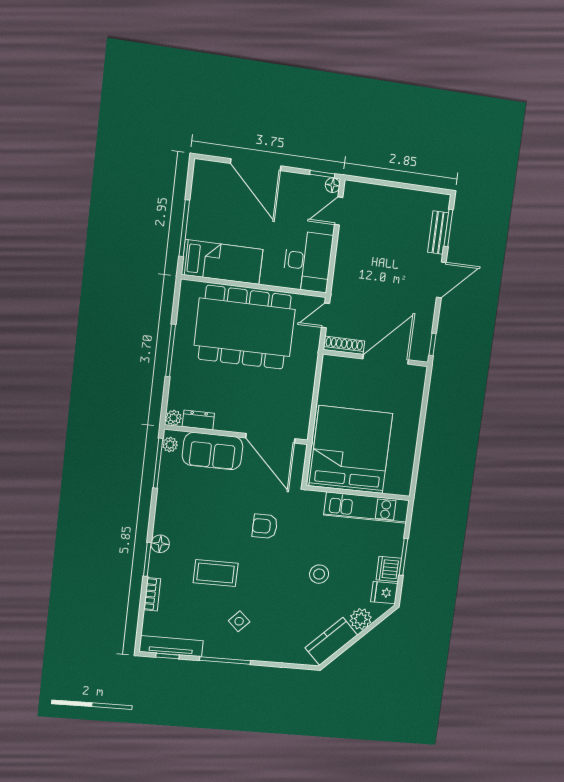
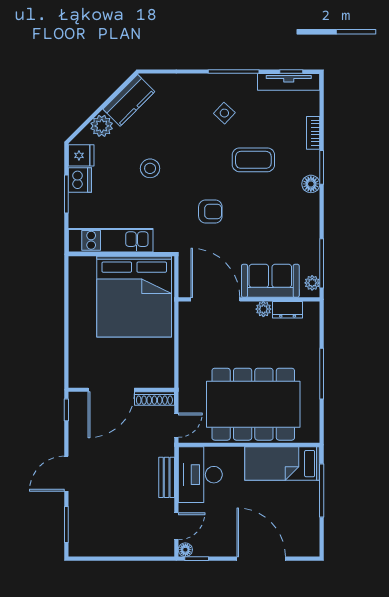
bench: (438, 233) -> (167, 477), moved
plant: (174, 418) -> (263, 309), moved

